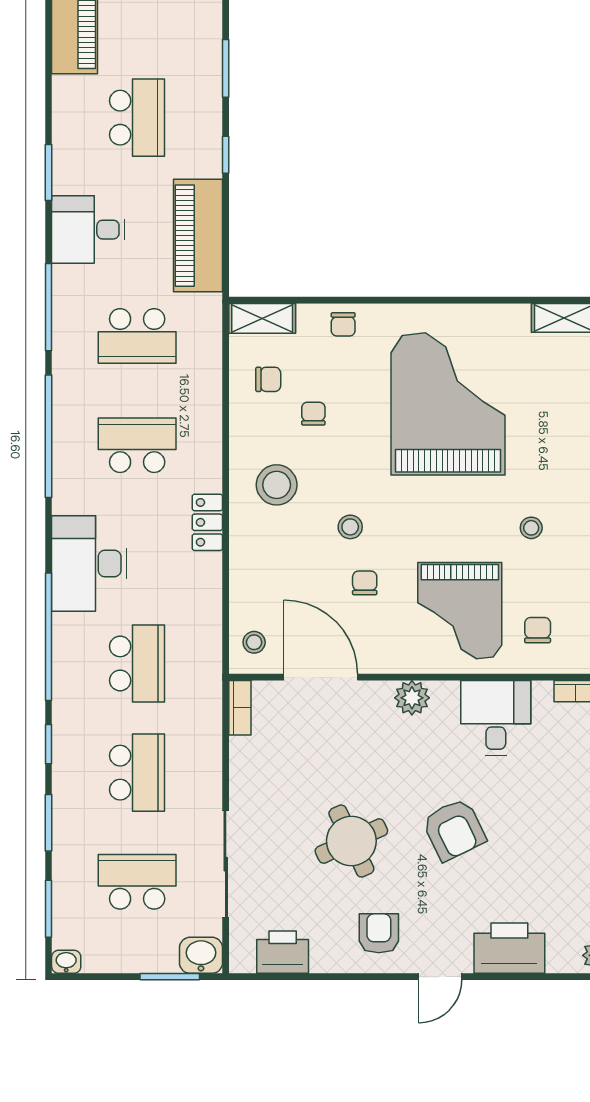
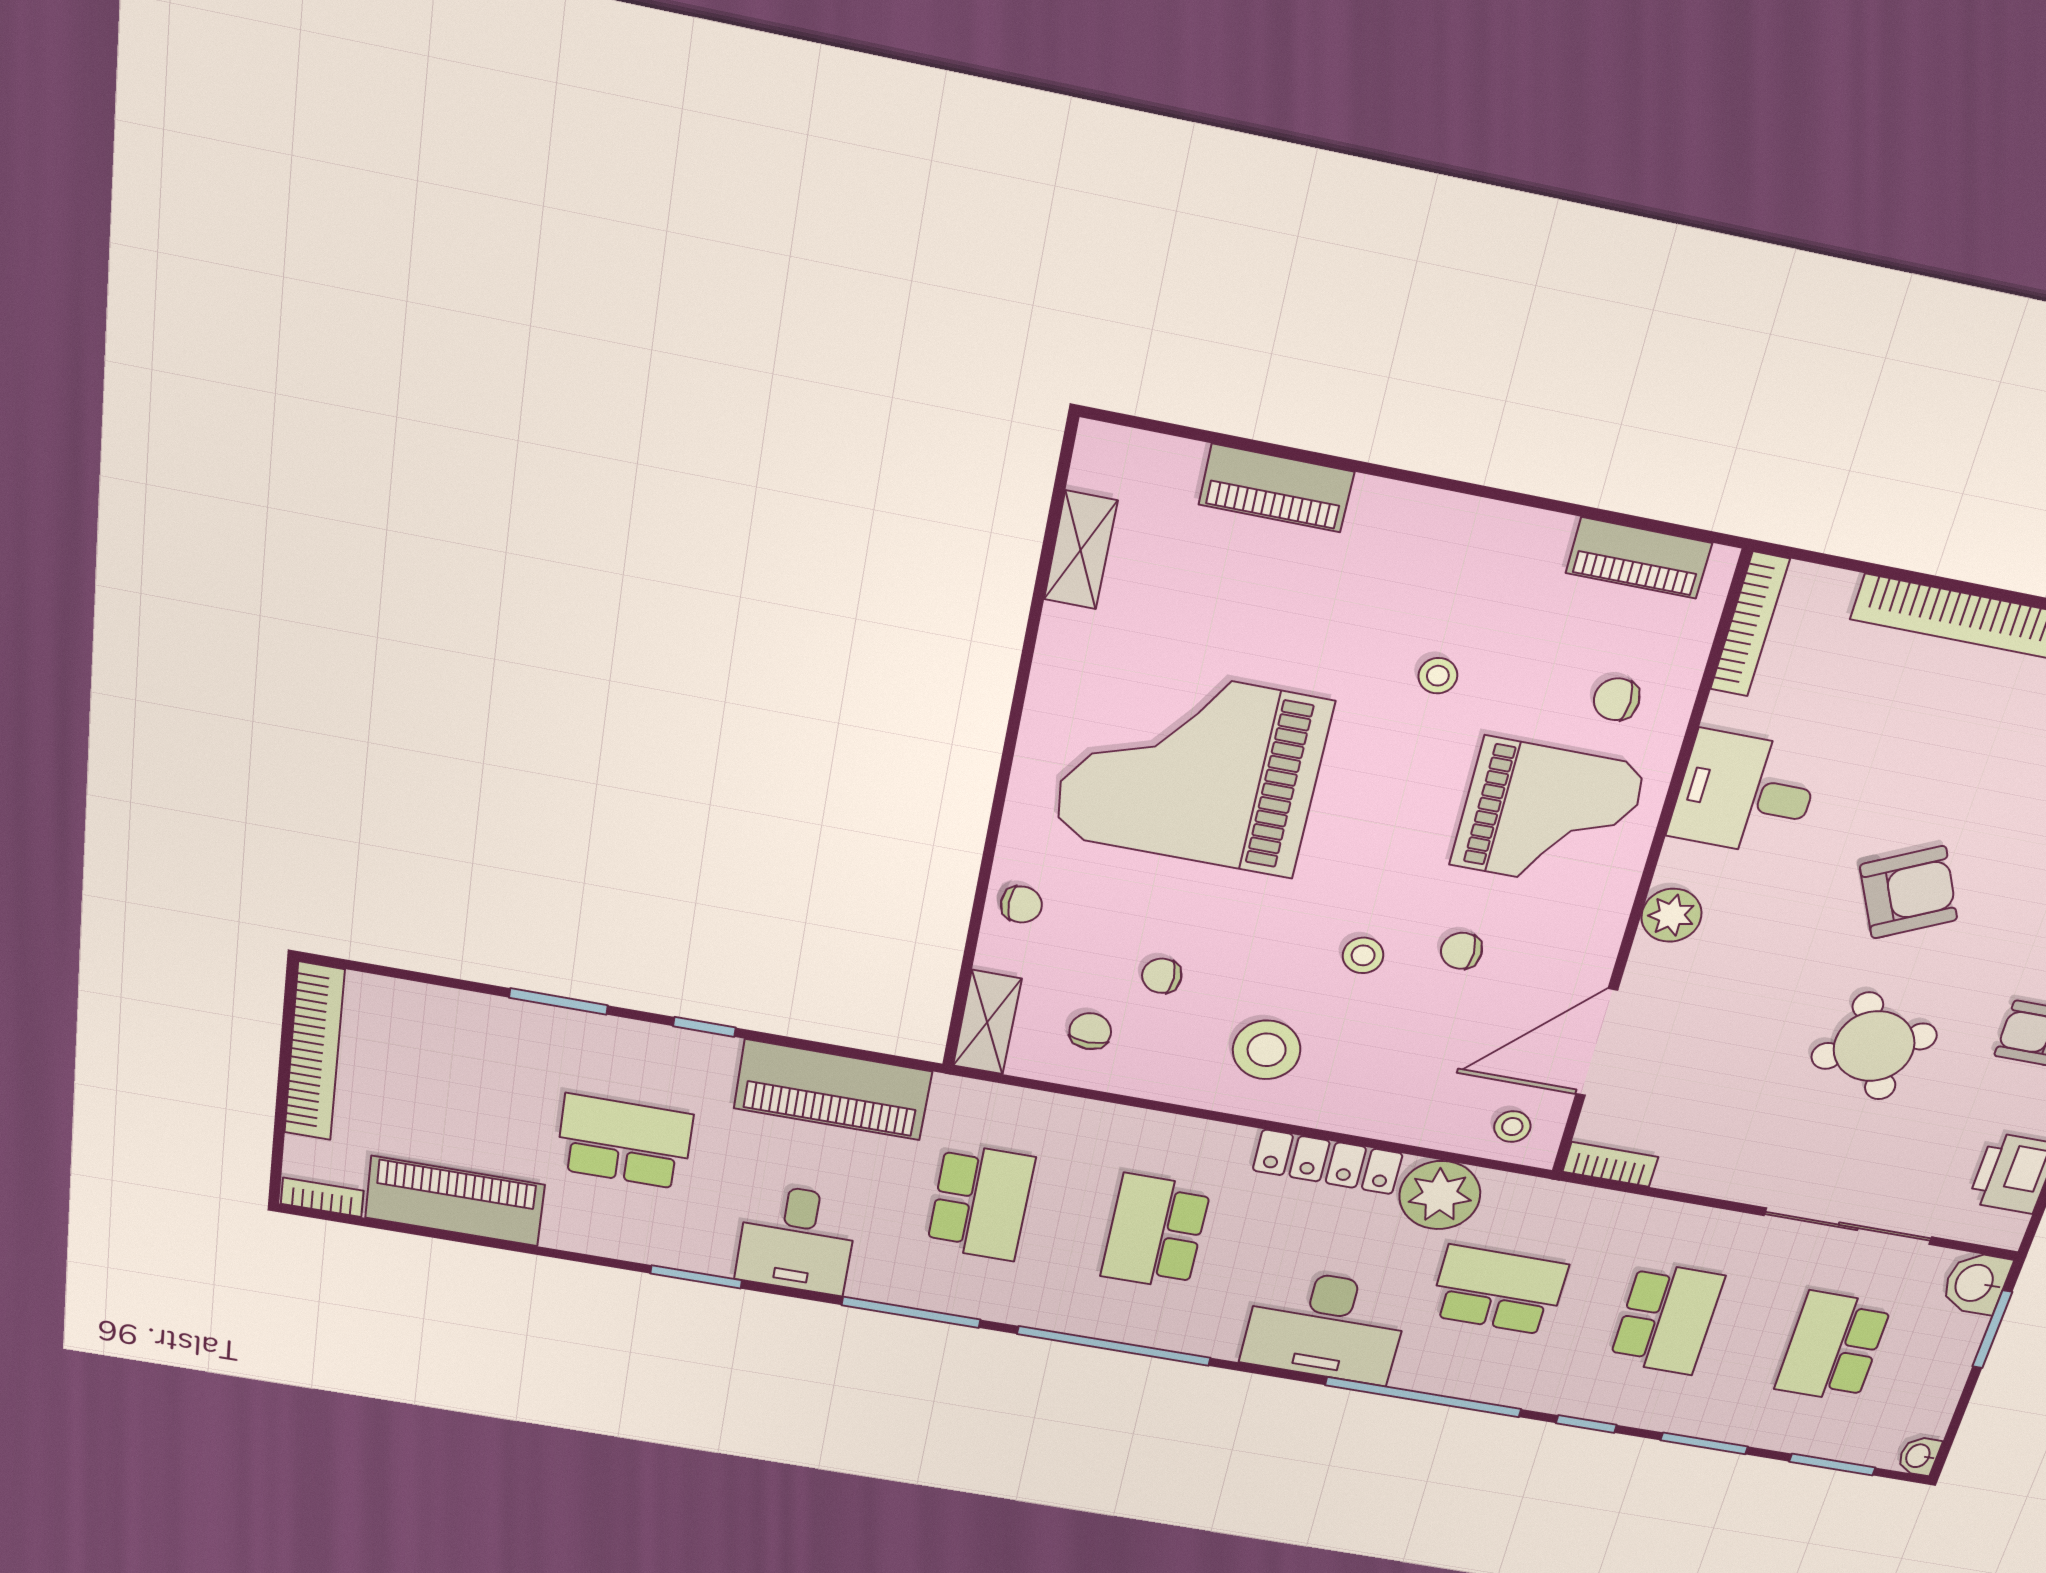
locker: (207, 522) -> (1328, 1162), width x1.53
plant: (198, 611) -> (1440, 1195), added
school desk: (137, 773) -> (1667, 1319), turned 90

